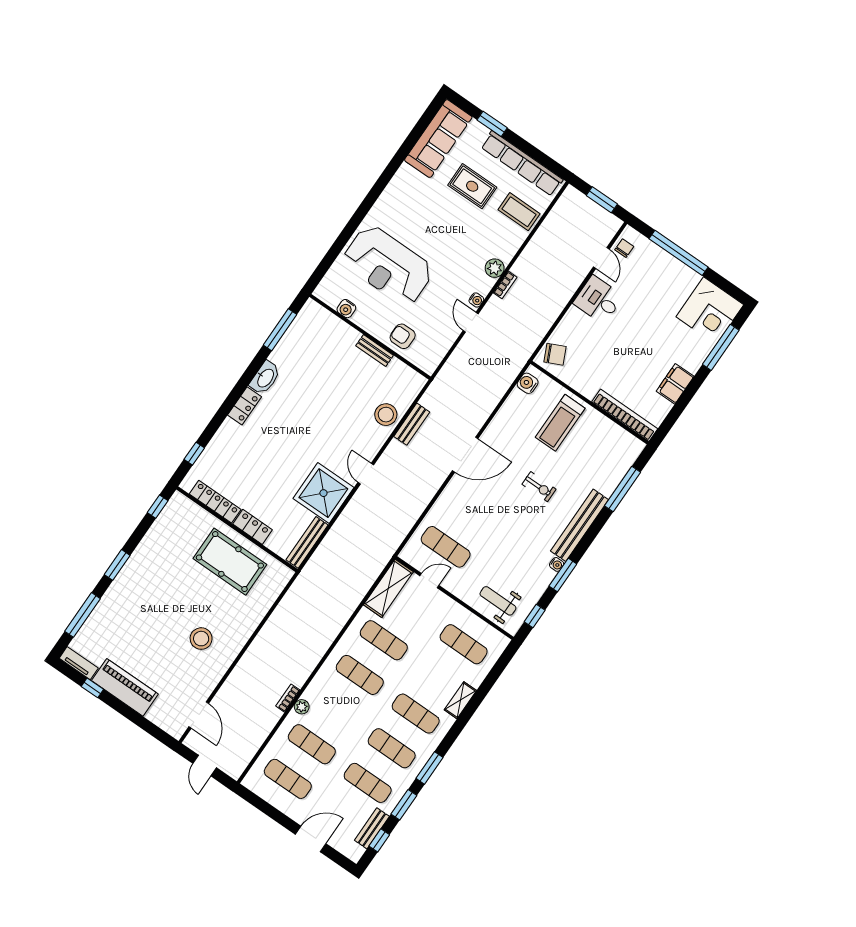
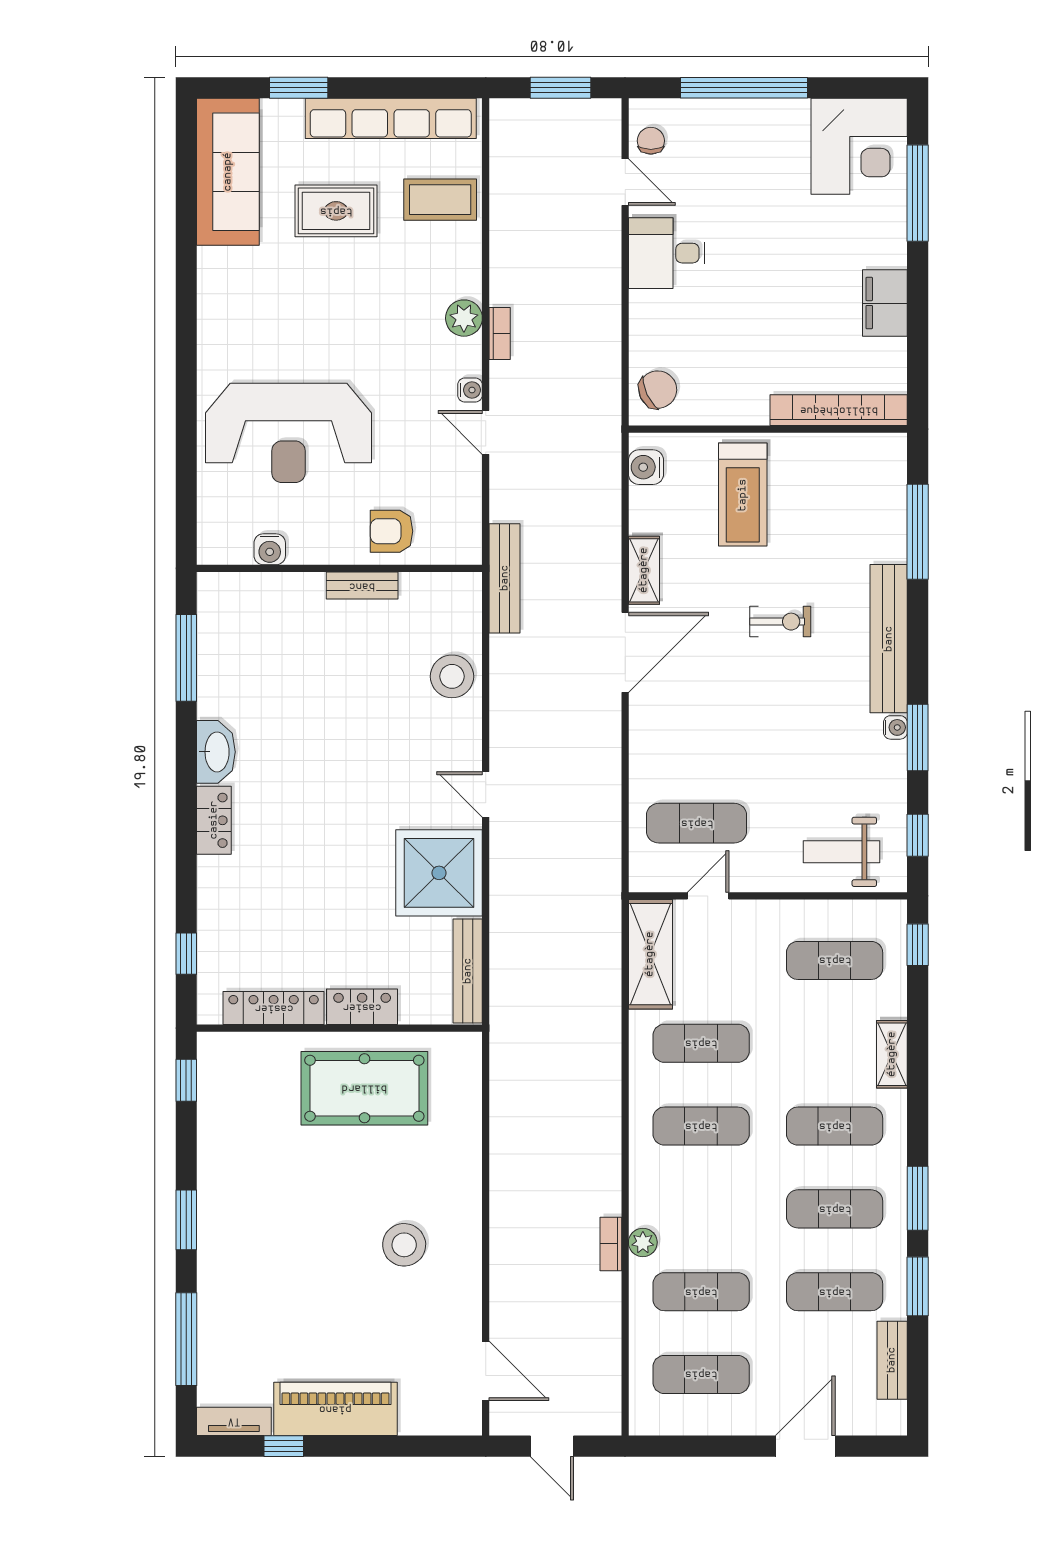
bench: (412, 424) -> (505, 578), moved, width x1.36
shelving: (497, 426) -> (644, 570), added
window: (379, 840) -> (918, 945), moved

